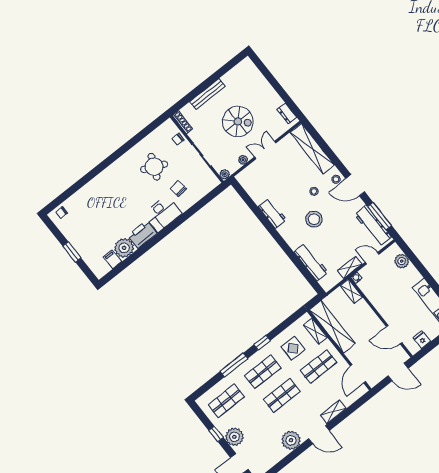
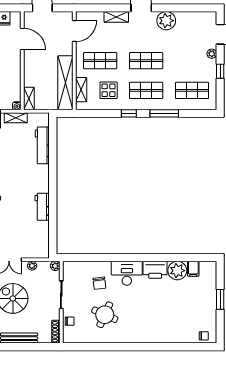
stool: (314, 219) -> (14, 177), removed
plant: (234, 437) -> (212, 54), width x0.53, depth x0.53

